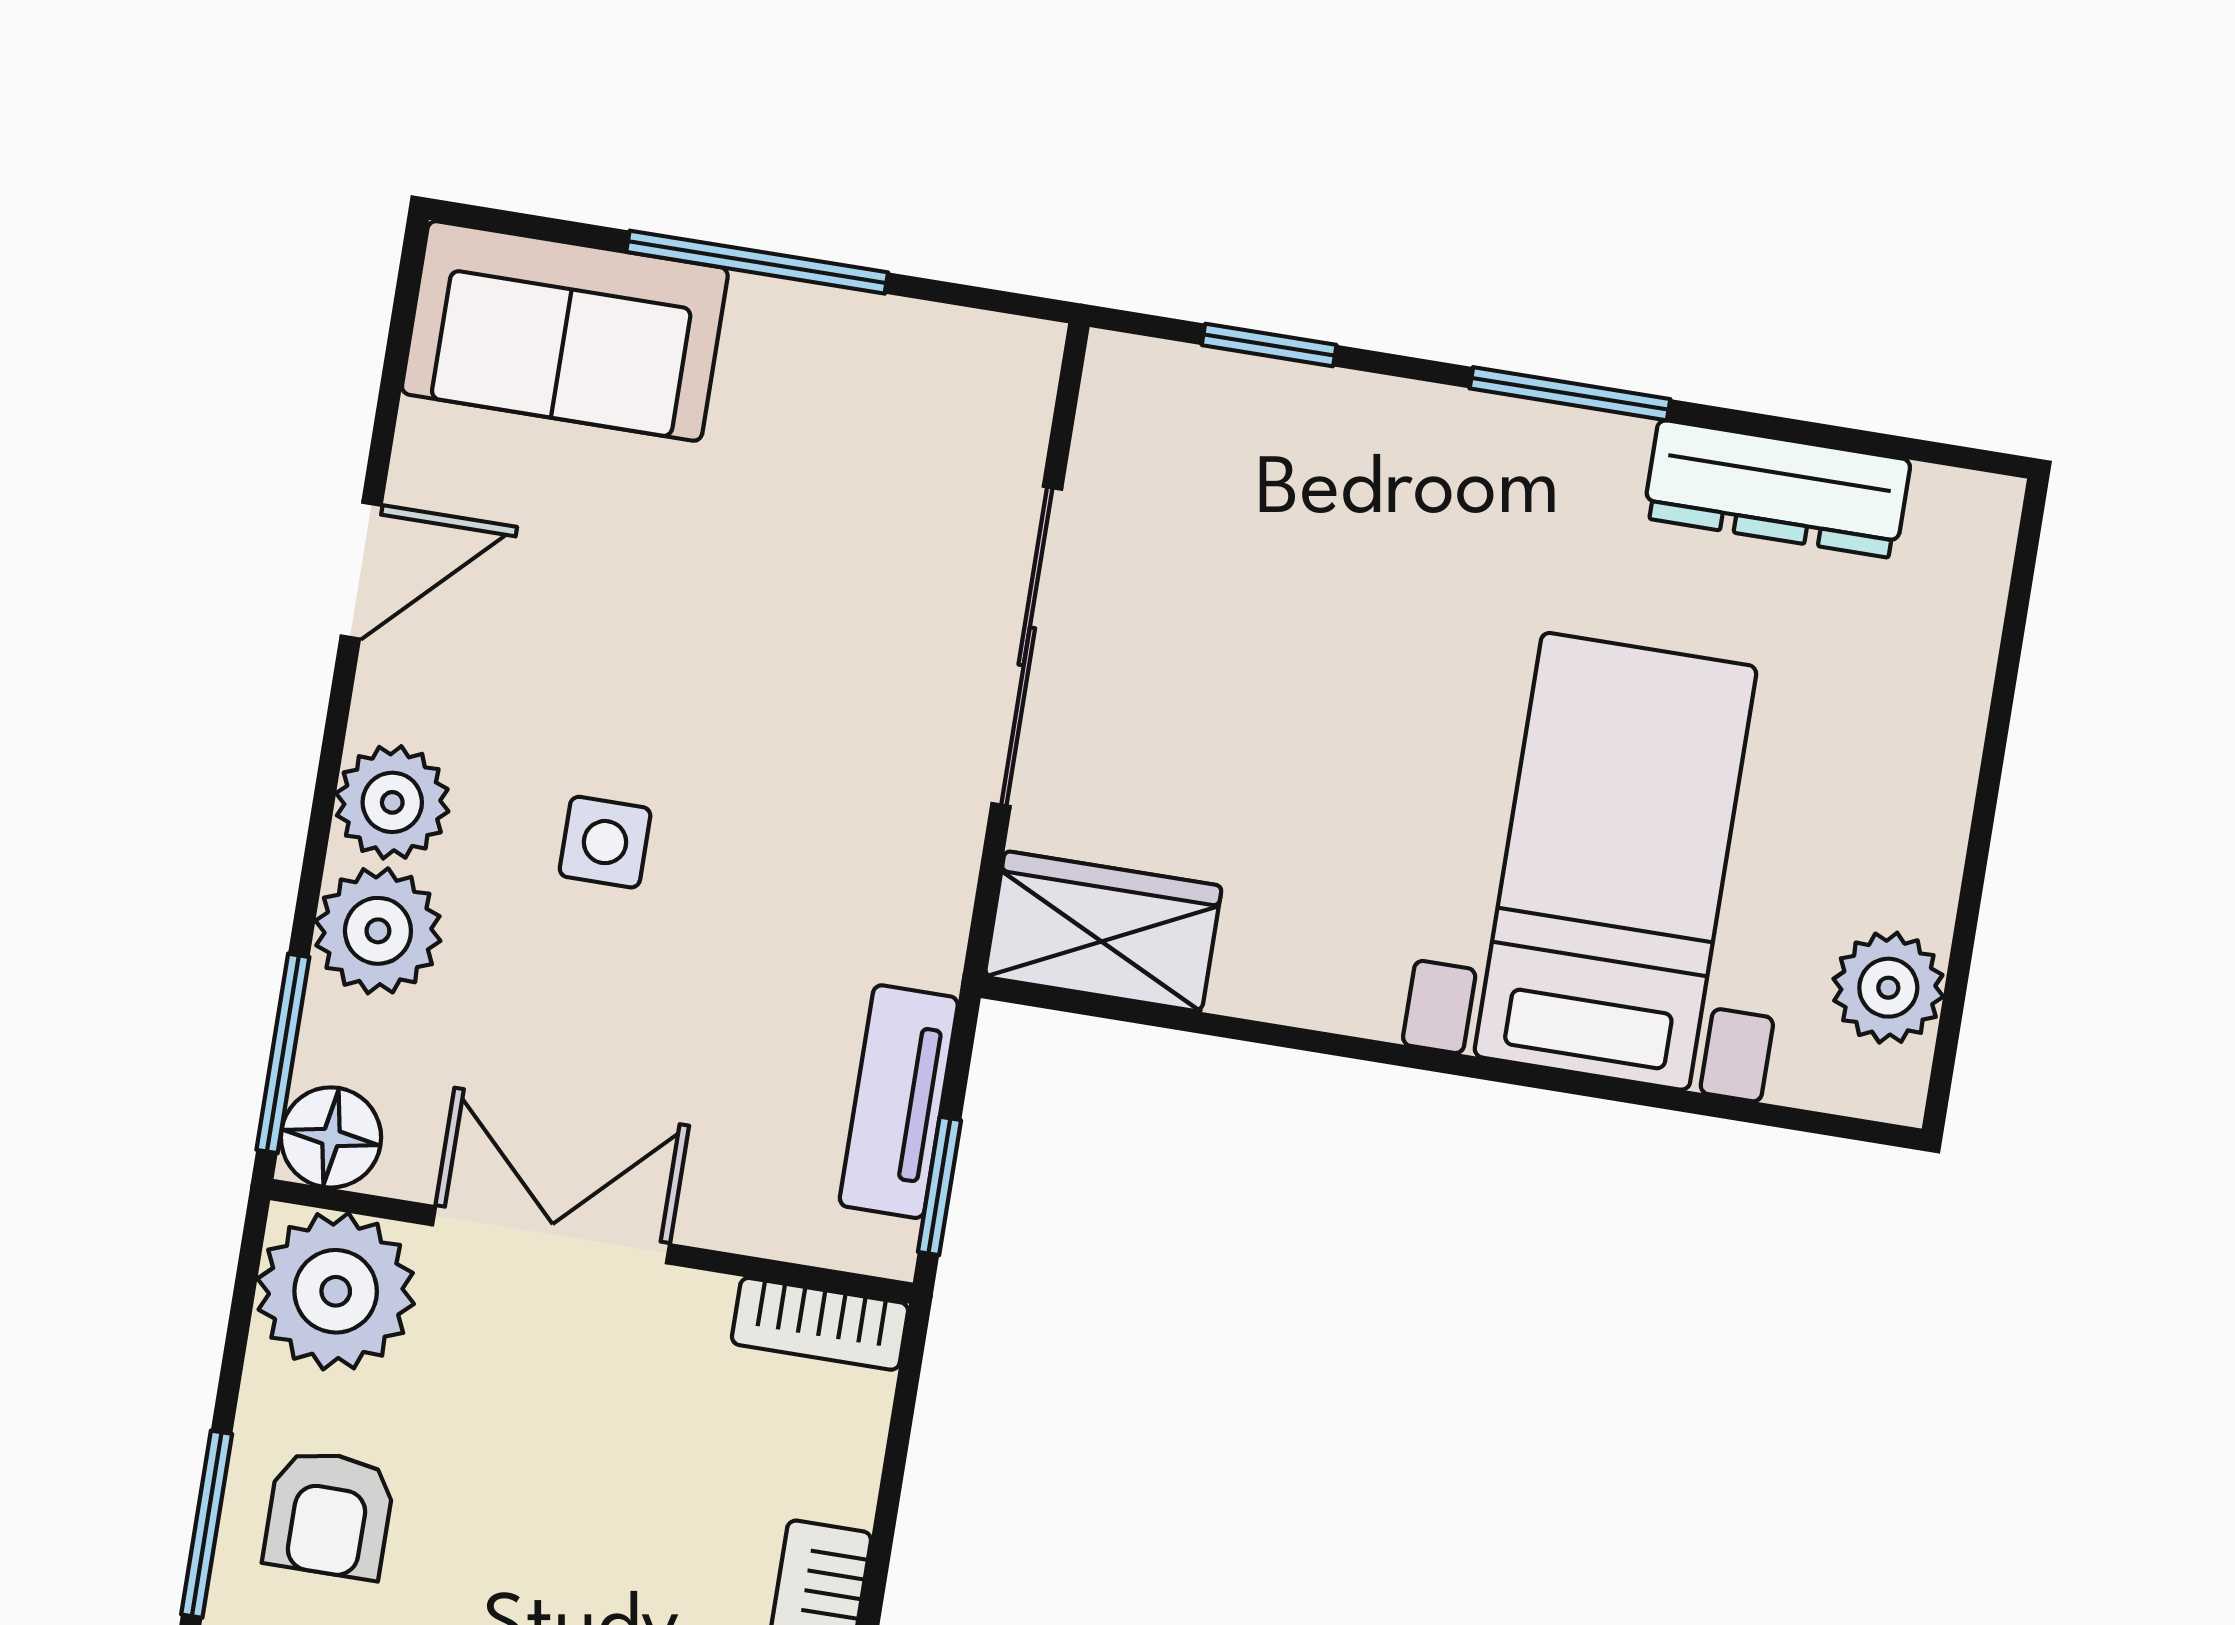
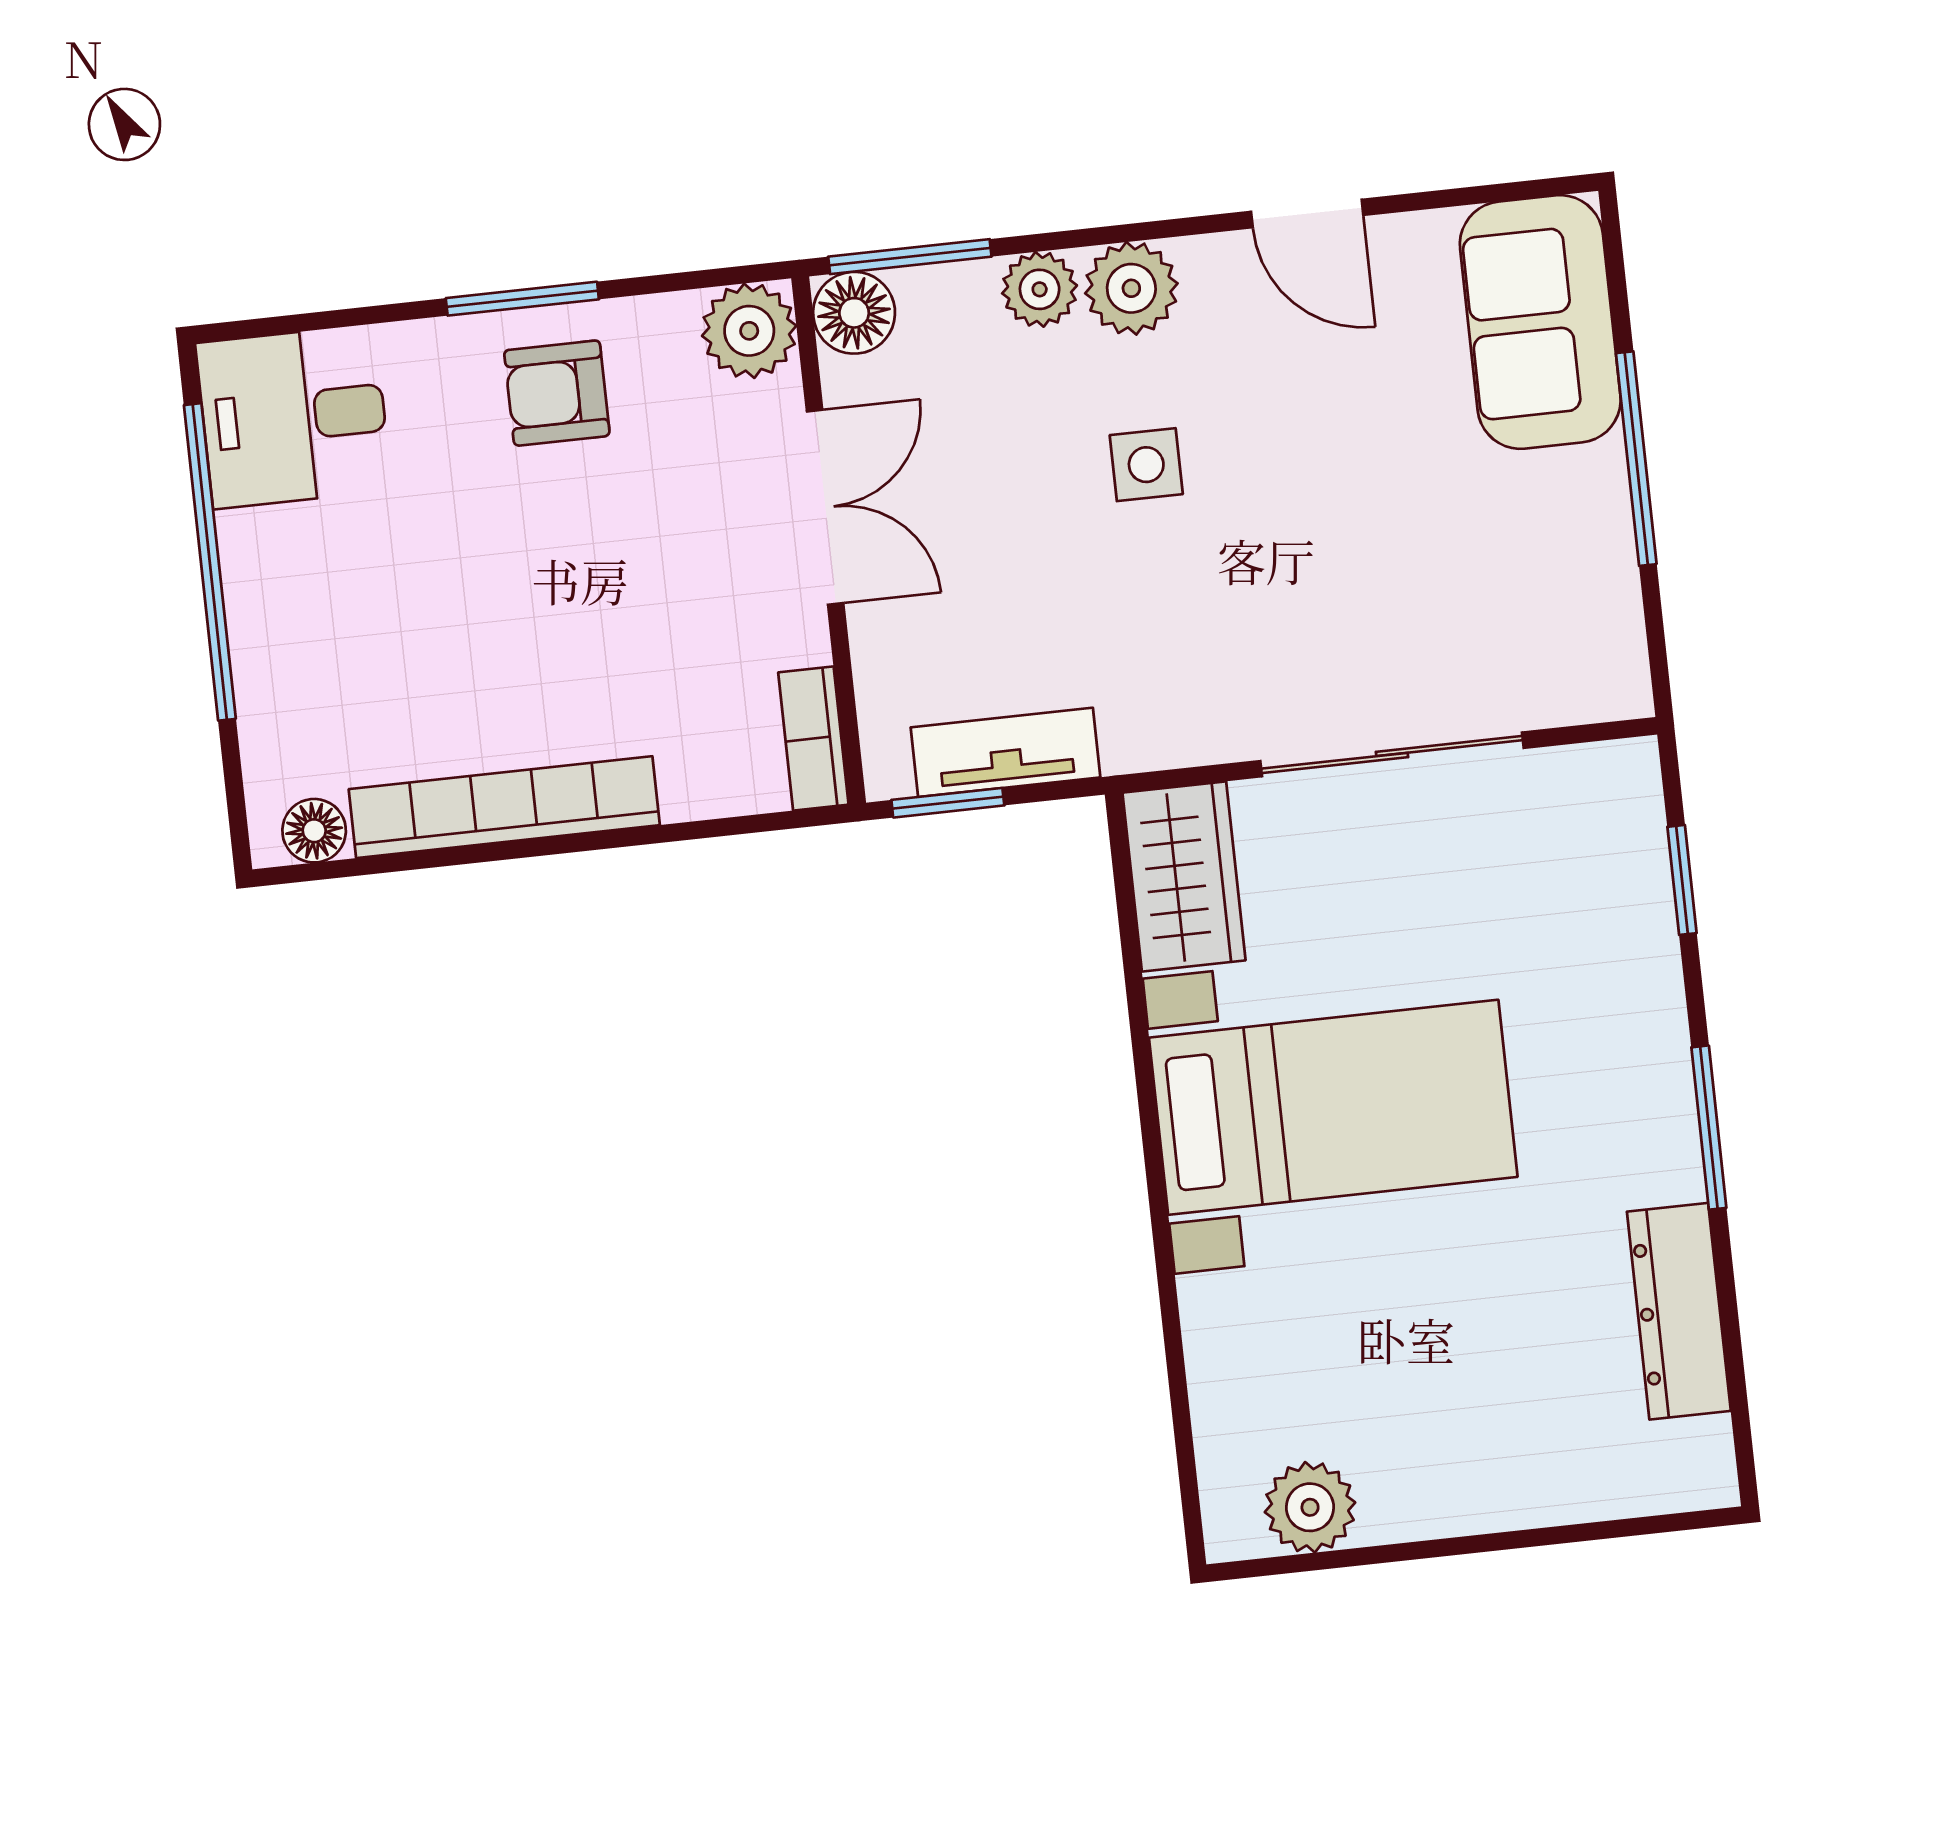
bed with nightstands: (1615, 861) -> (1333, 1107), moved
plant: (378, 931) -> (1040, 289), width x0.73, depth x0.73
plant: (336, 1291) -> (749, 331), width x0.73, depth x0.73

